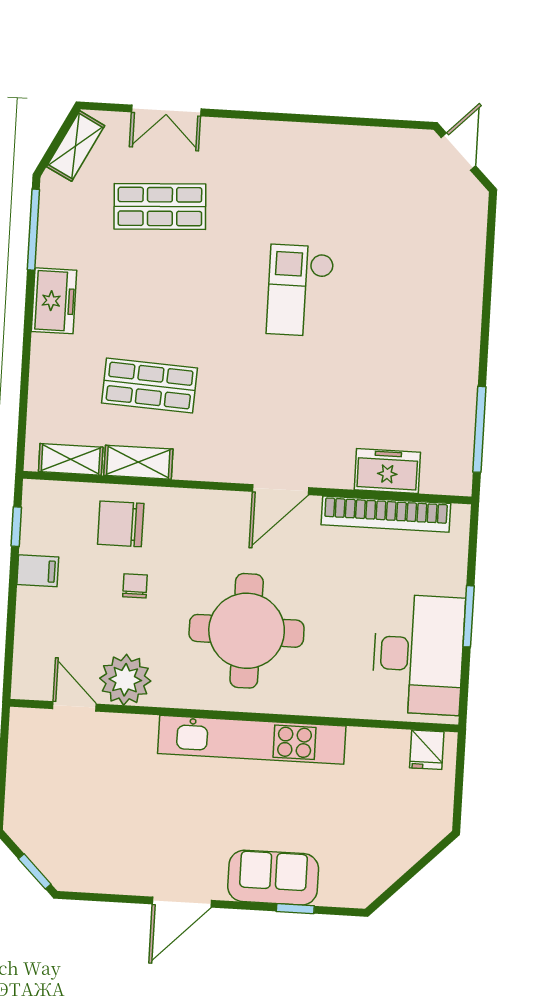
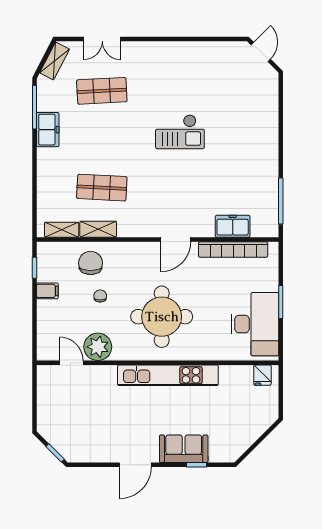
checkout: (300, 290) -> (180, 132), turned -90
freezer: (54, 301) -> (48, 130), moved
chair: (121, 524) -> (91, 263), turned 90

